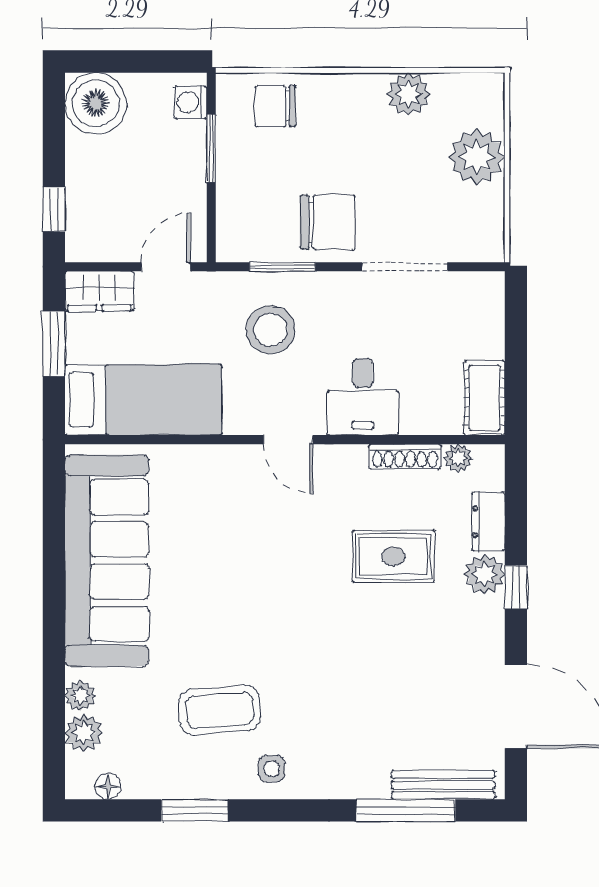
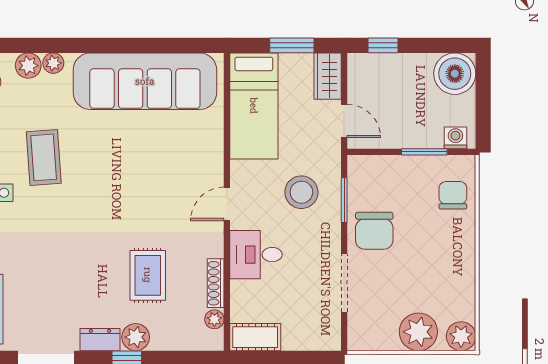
plant: (409, 94) -> (461, 336), moved
dresser: (488, 522) -> (100, 340), moved

